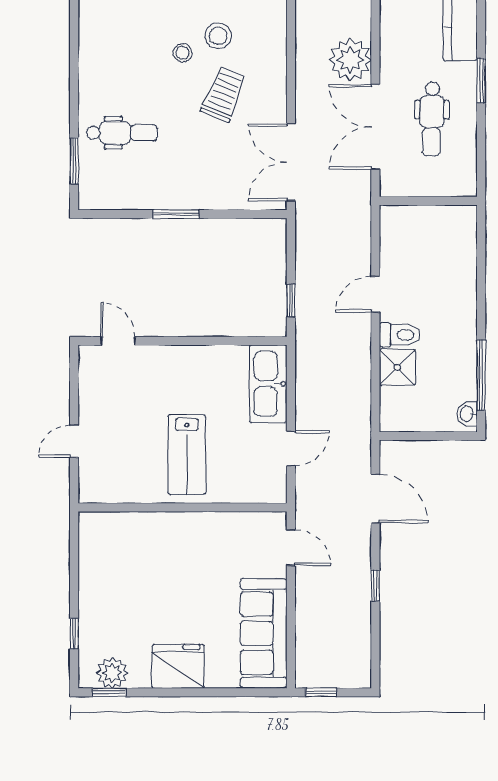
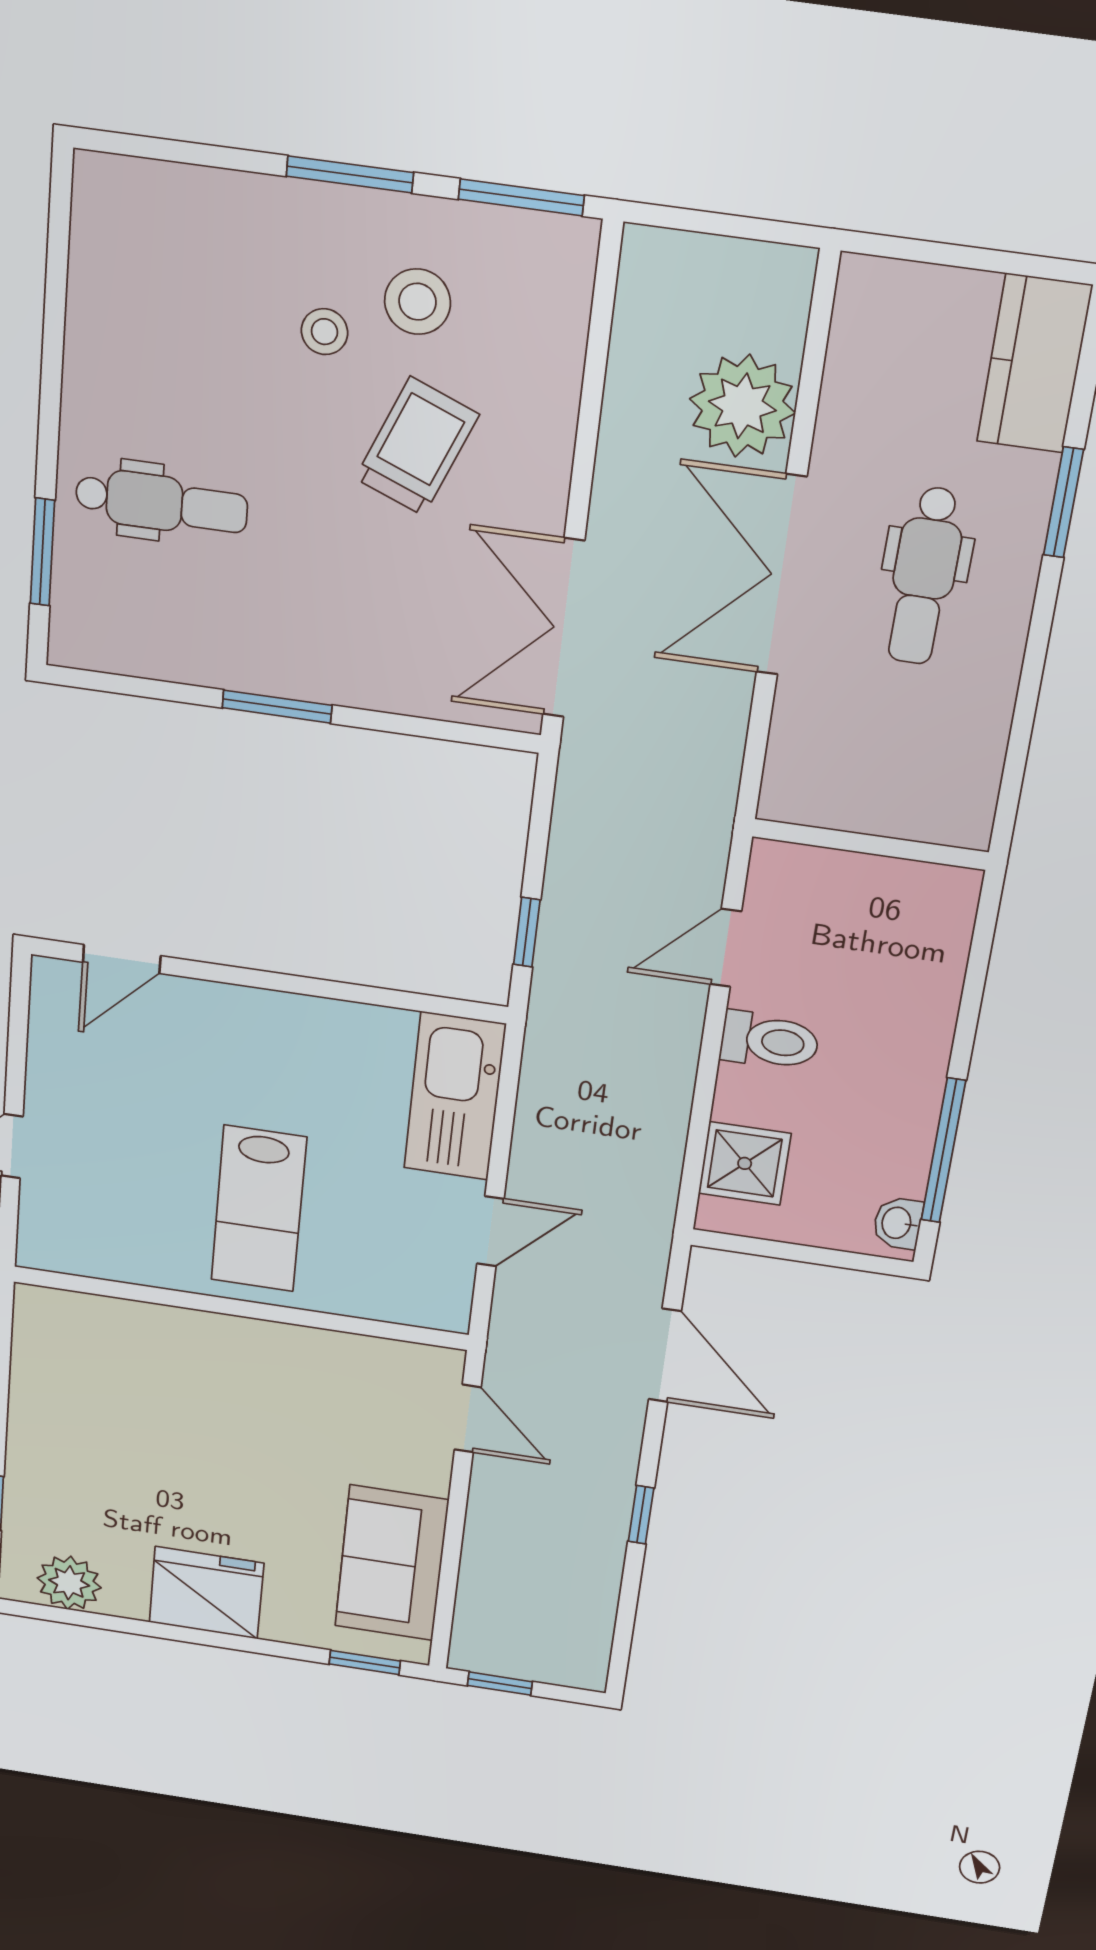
wall: (428, 201) -> (870, 844), moved
door: (118, 341) -> (122, 959), swing flipped
shower: (397, 367) -> (745, 1163), moved
sofa: (264, 633) -> (392, 1563), width x0.73
window: (109, 692) -> (365, 1663), moved

